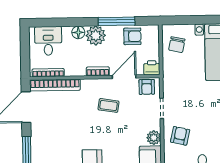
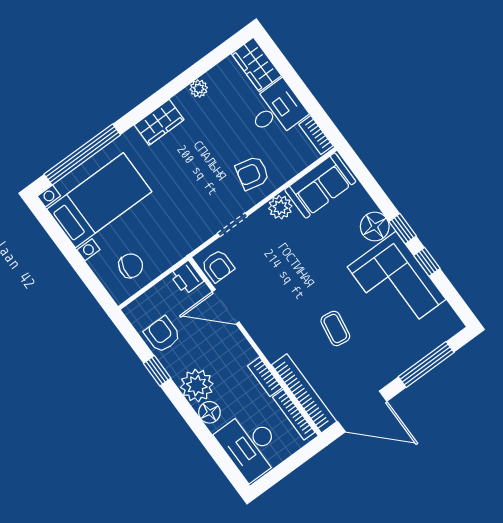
window: (117, 21) -> (157, 371), width x0.46
desk: (48, 41) -> (250, 445), width x1.37
bookcase: (98, 71) -> (265, 377), moved
armchair: (147, 87) -> (218, 266), turned 90
coffee table: (109, 105) -> (335, 328), moved

